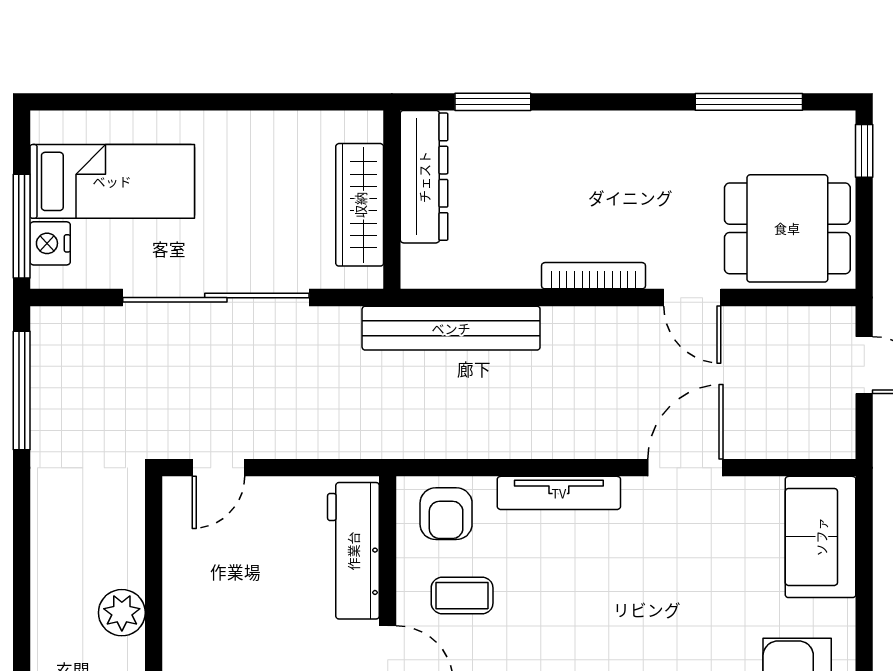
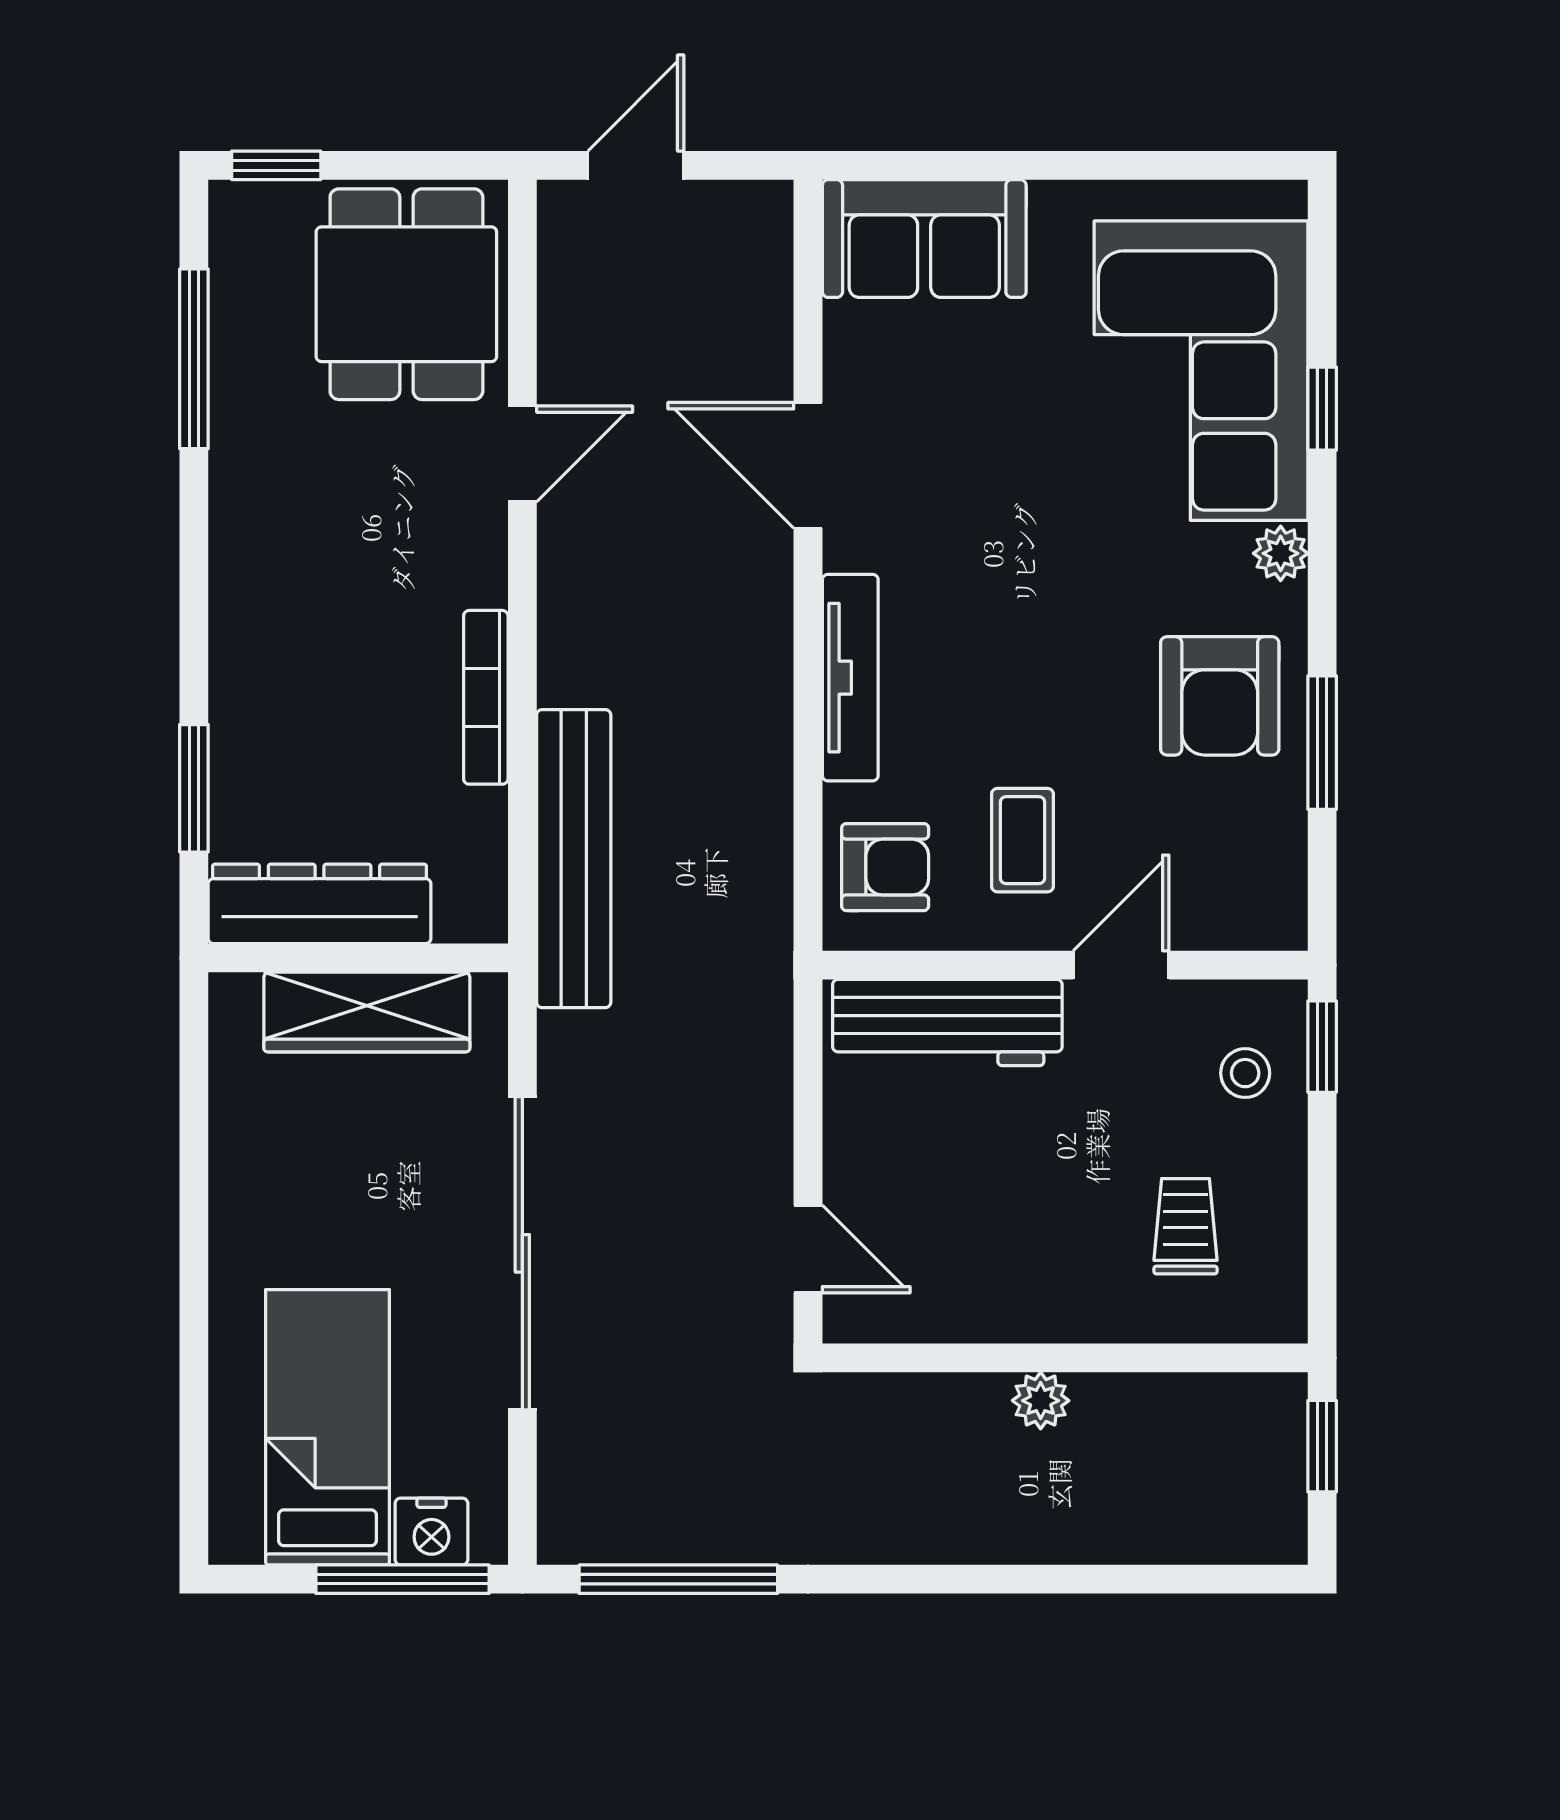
bookcase: (594, 276) -> (486, 697), moved
plant: (122, 613) -> (1041, 1401), width x0.73, depth x0.73

